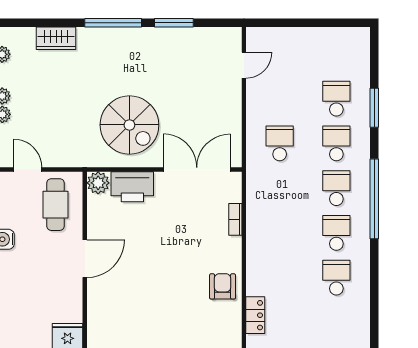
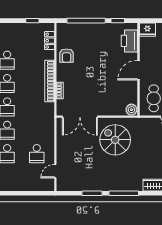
school desk: (280, 143) -> (37, 154), moved
printer: (132, 187) -> (129, 41), moved, turned -90
bookcase: (255, 238) -> (50, 81), added

